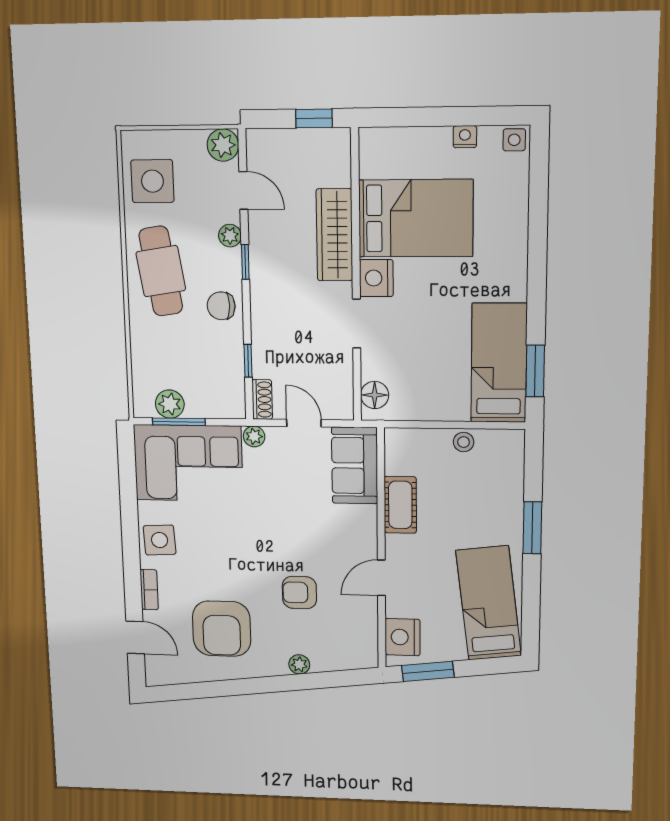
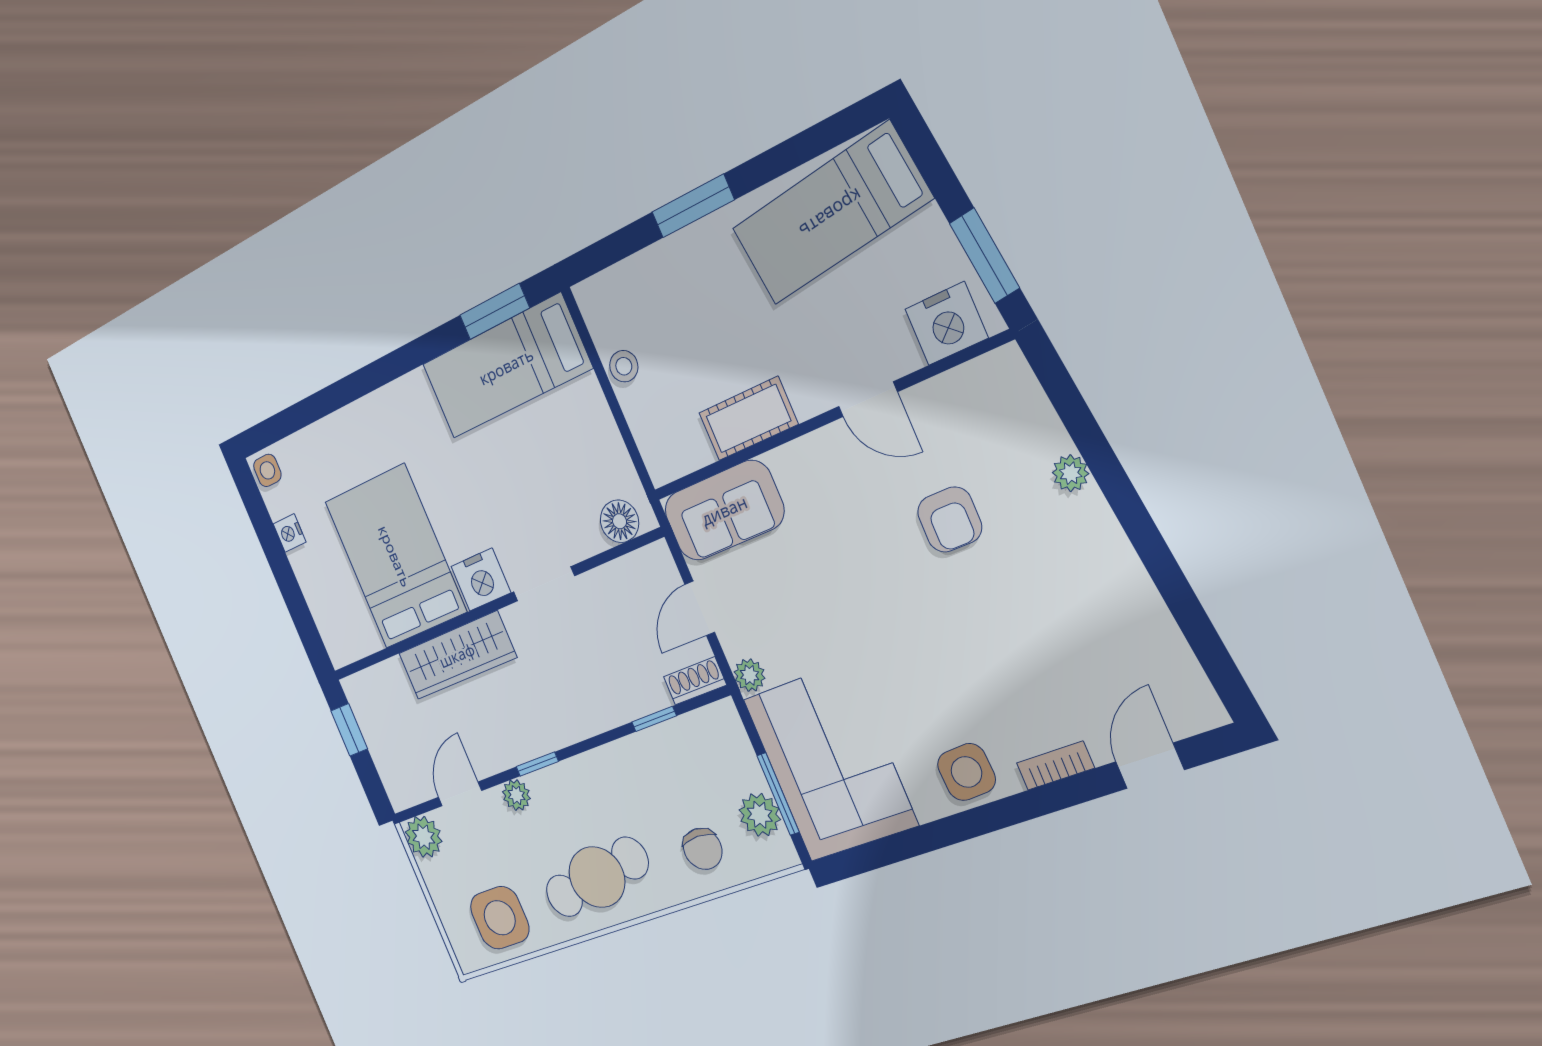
chair: (221, 306) -> (703, 849), moved
armchair: (222, 629) -> (1068, 625), removed

